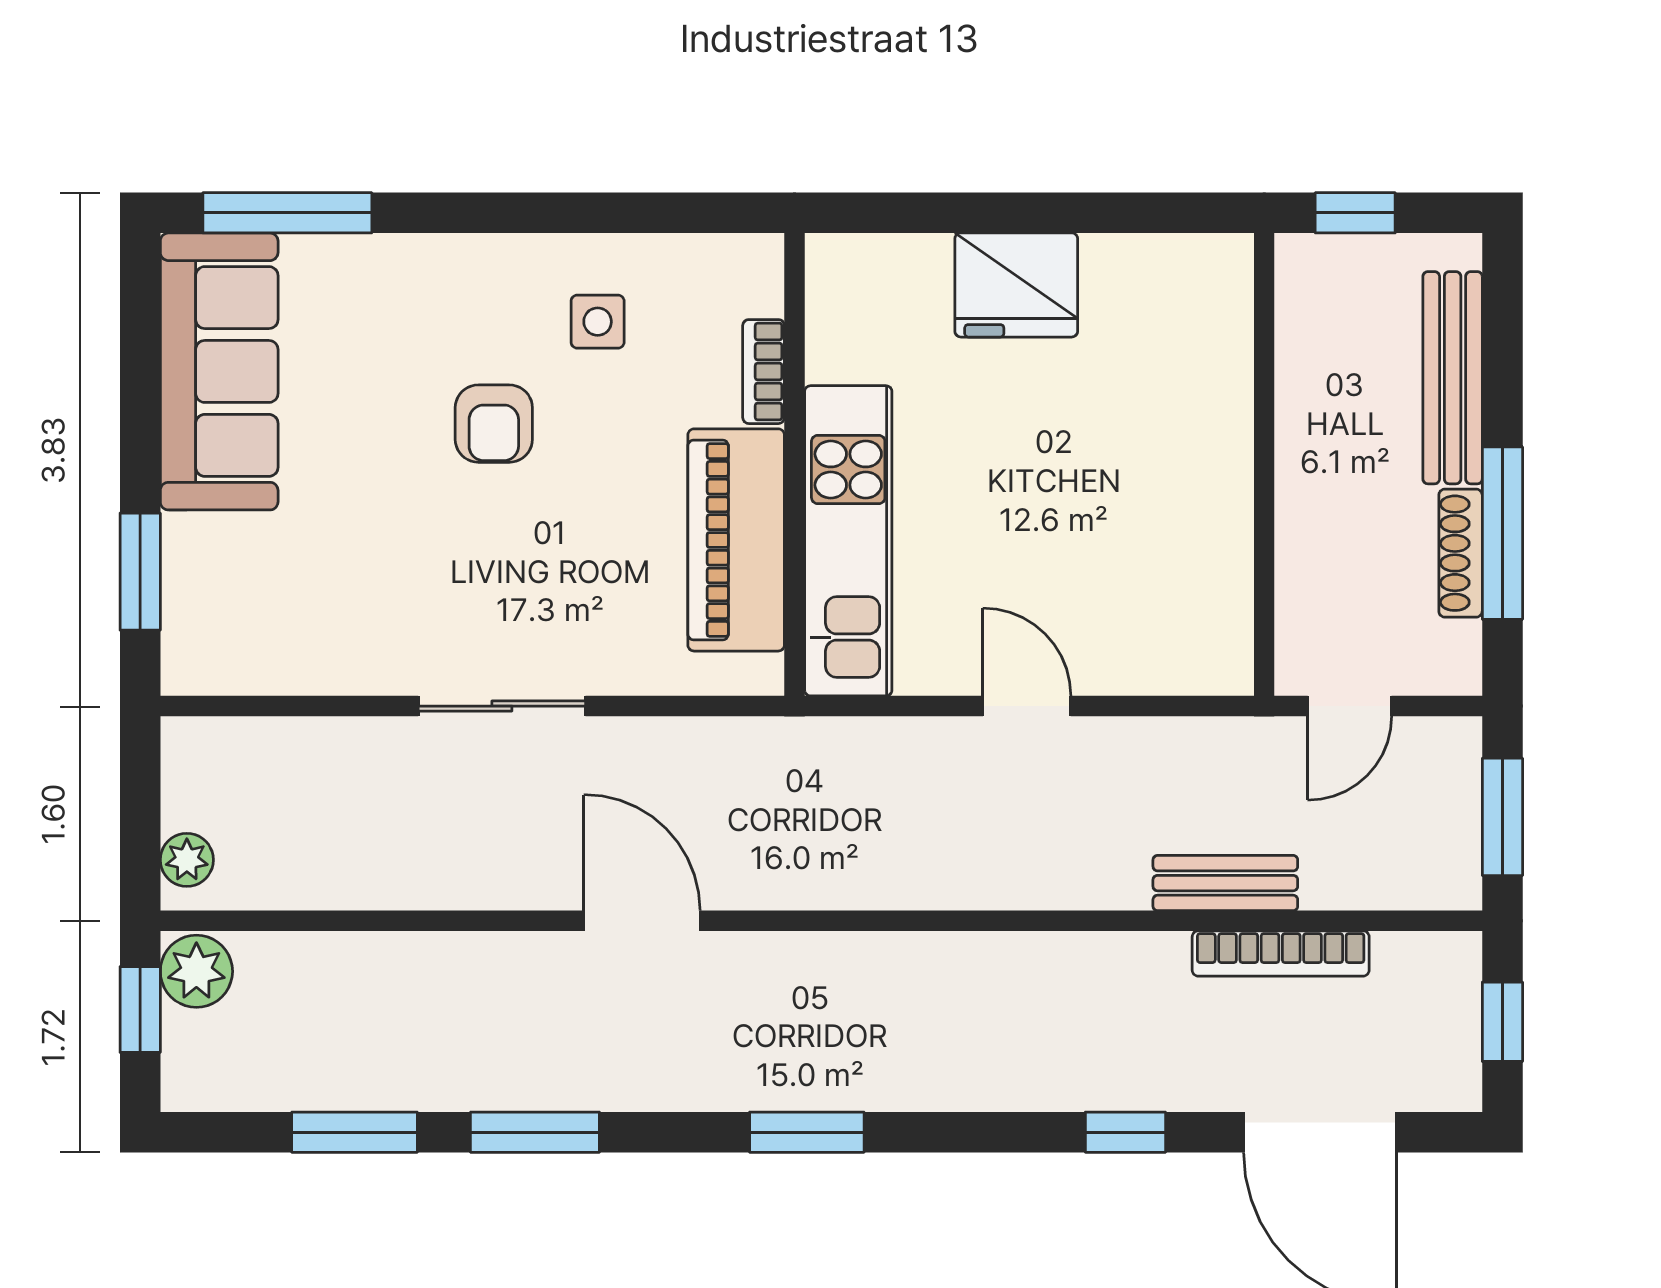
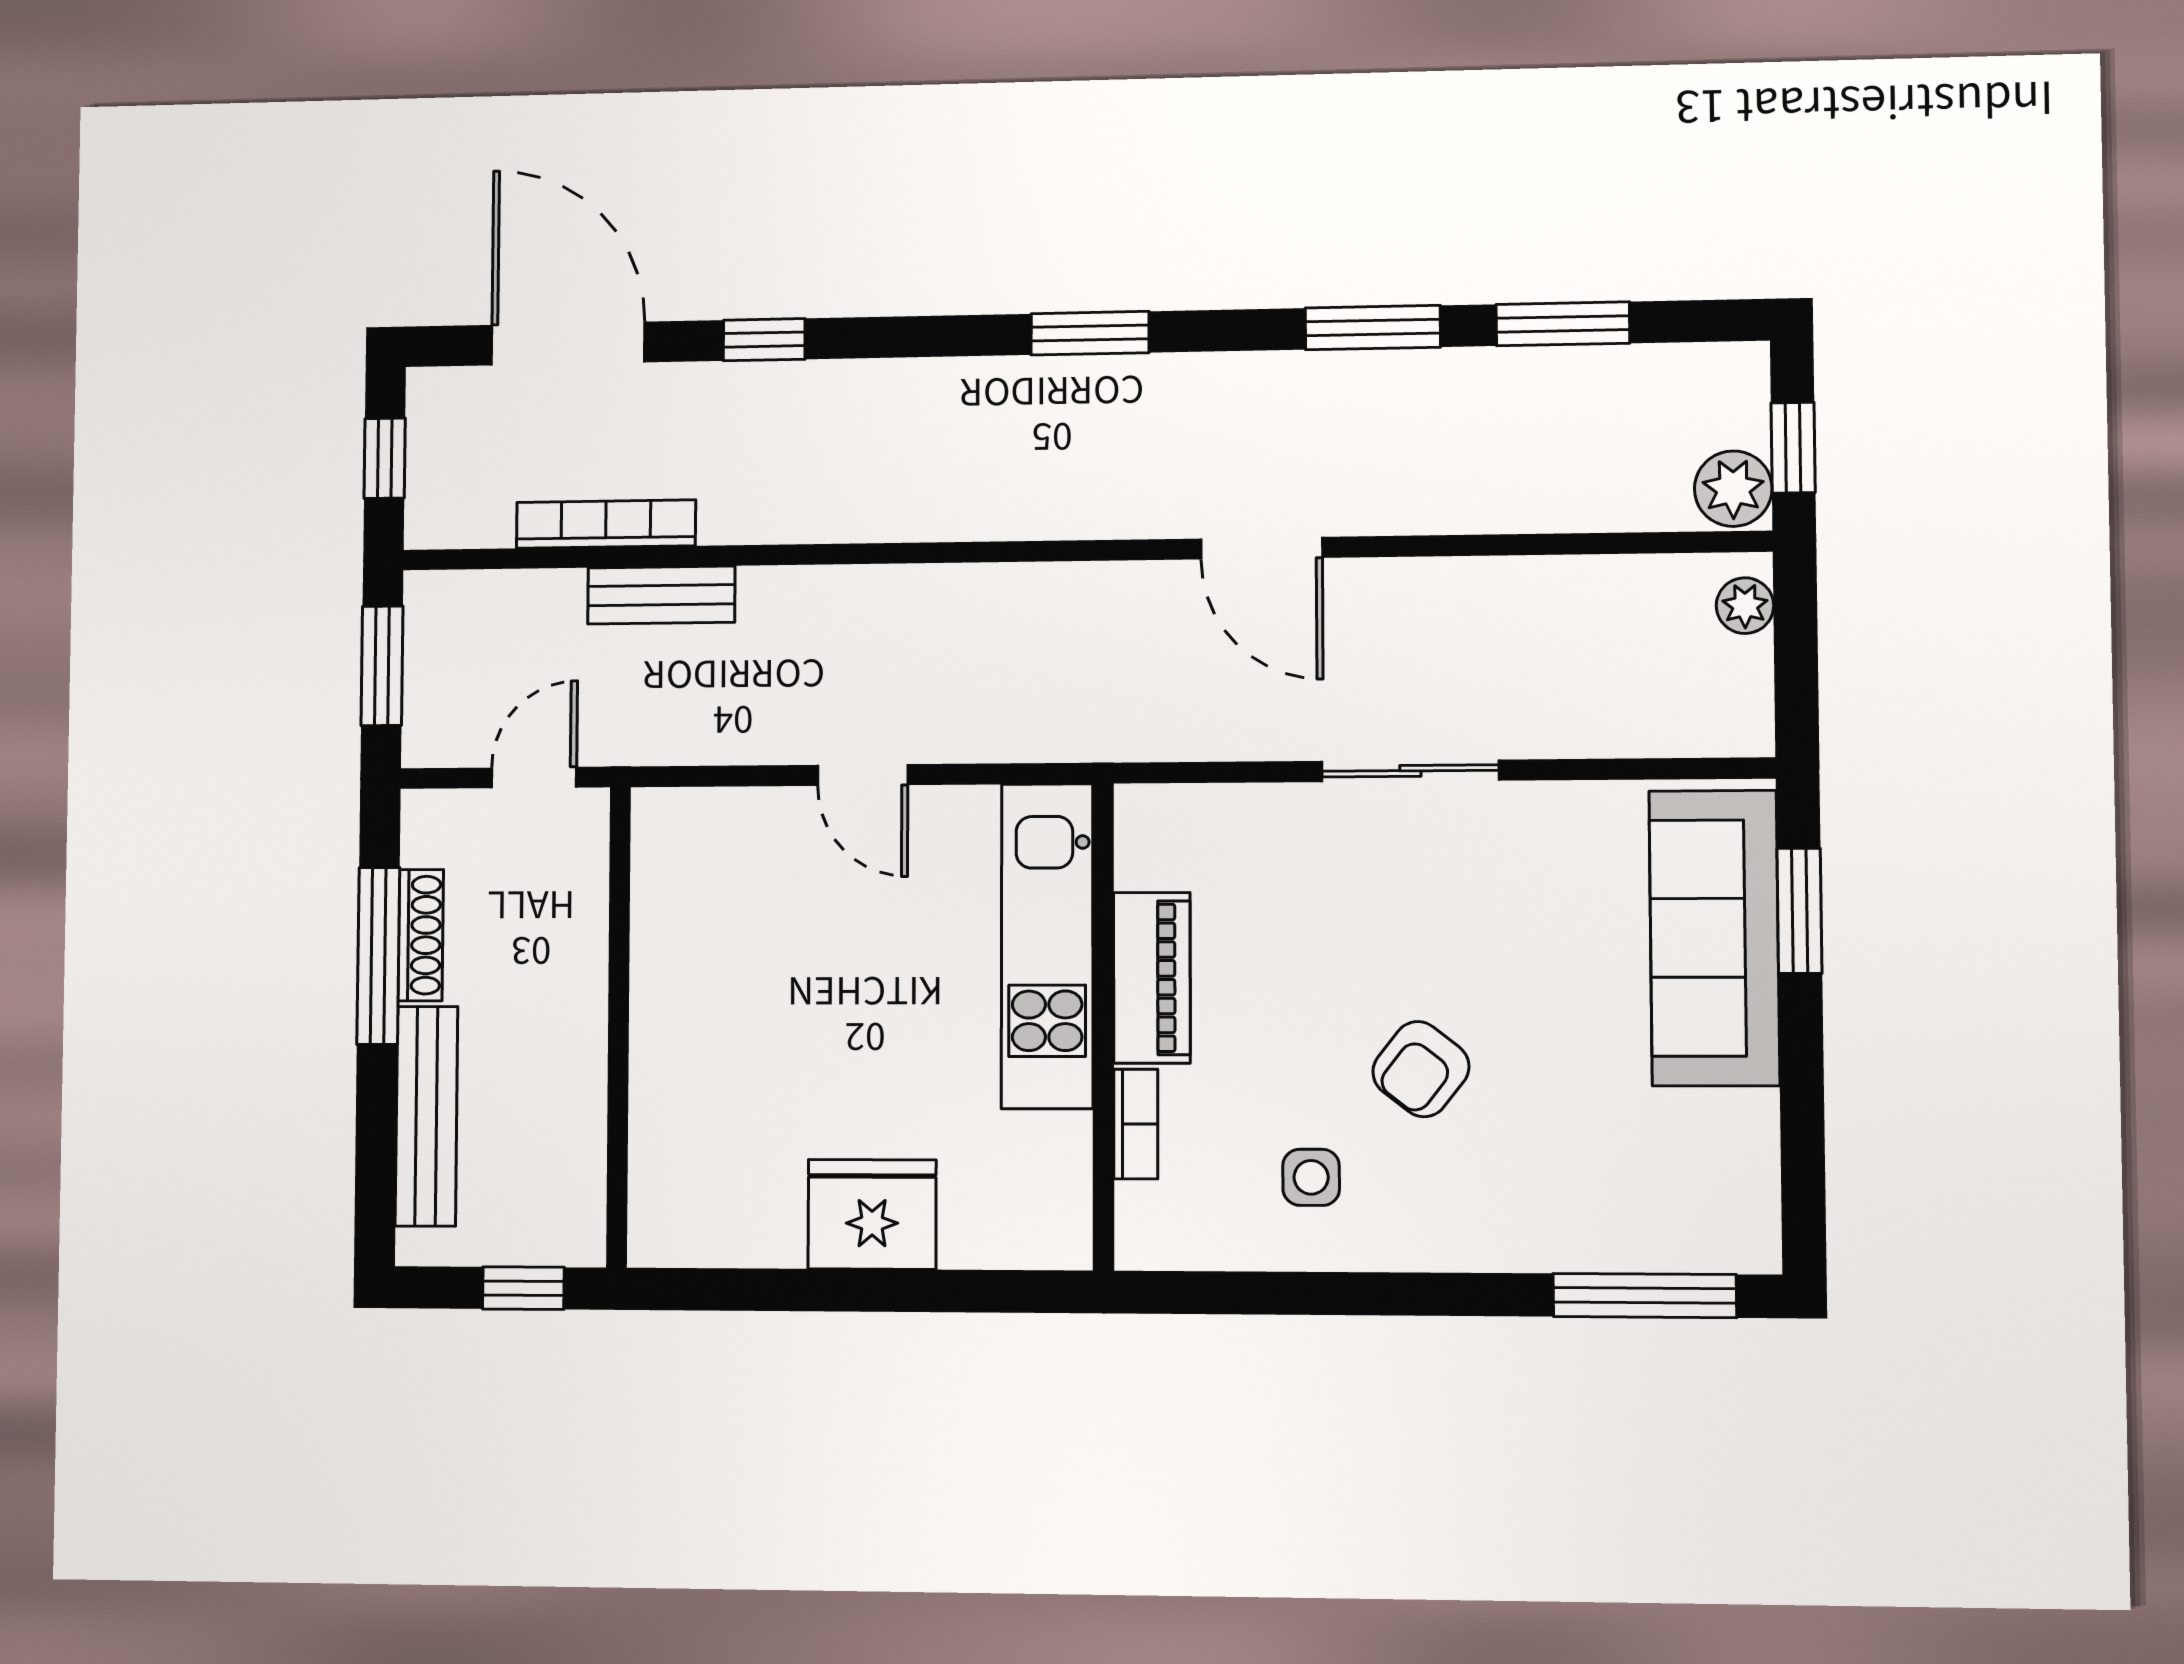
sofa: (219, 371) -> (1714, 938), moved
armchair: (494, 424) -> (1421, 1069), turned -142
piano: (736, 540) -> (1152, 978), width x0.73, depth x0.75

